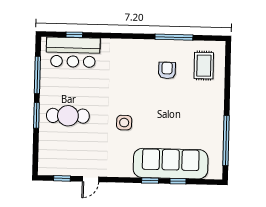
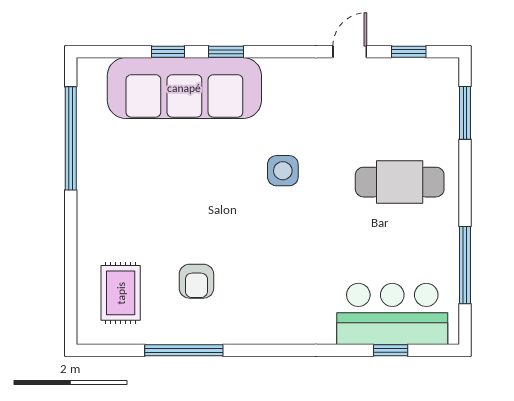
window: (36, 115) -> (465, 113), moved

